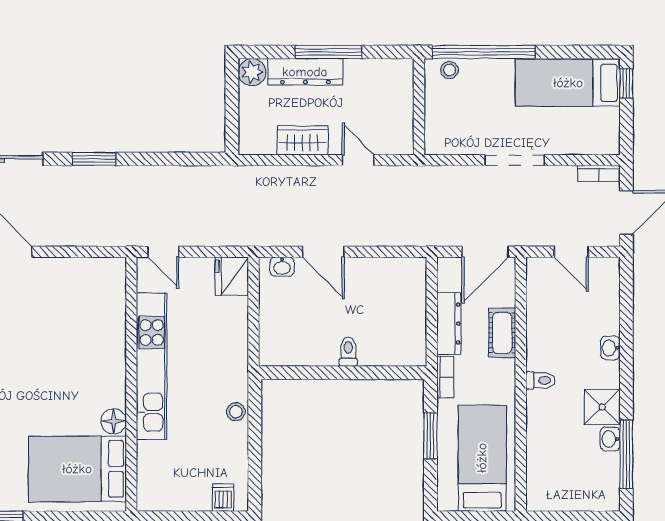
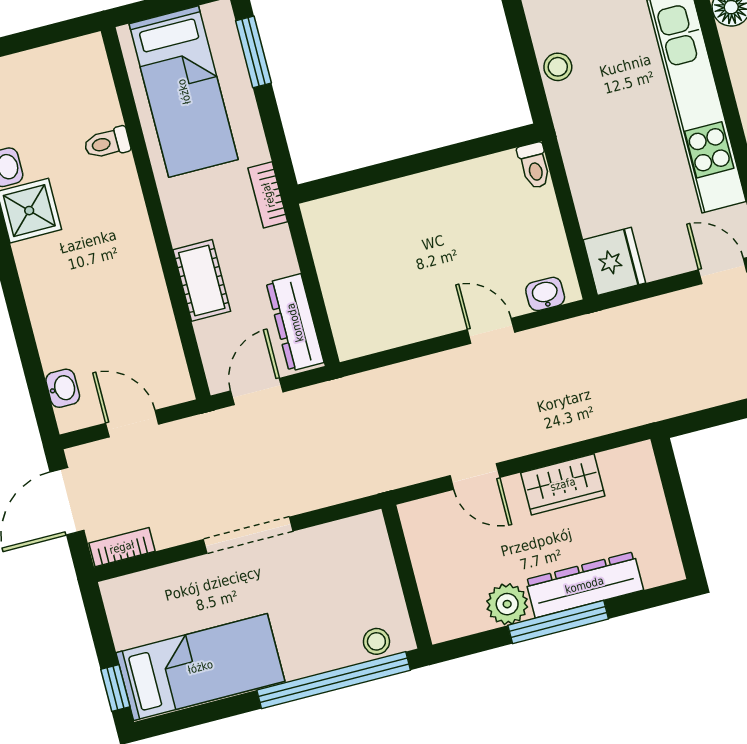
plant: (252, 72) -> (507, 604), moved
door: (323, 252) -> (491, 331), width x0.73
door: (485, 252) -> (257, 391), width x0.73
dresser: (449, 324) -> (295, 323), moved
washbasin: (610, 348) -> (63, 388), moved
toilet: (348, 352) -> (534, 166), moved
toilet: (540, 380) -> (107, 143), moved
window: (430, 436) -> (253, 52), moved

